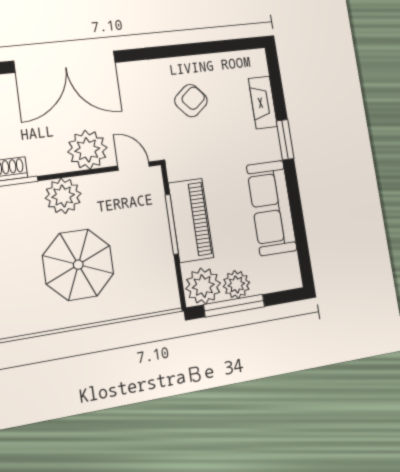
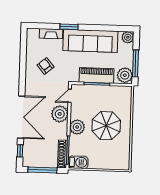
sofa: (272, 208) -> (90, 41), width x1.36, depth x1.27
plant: (236, 284) -> (128, 37), moved

